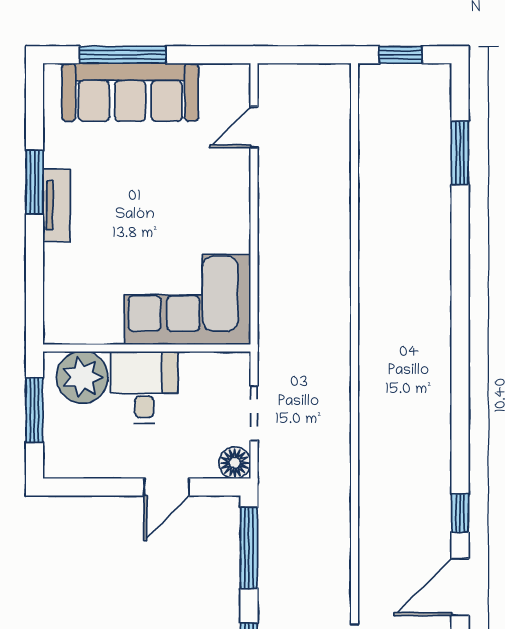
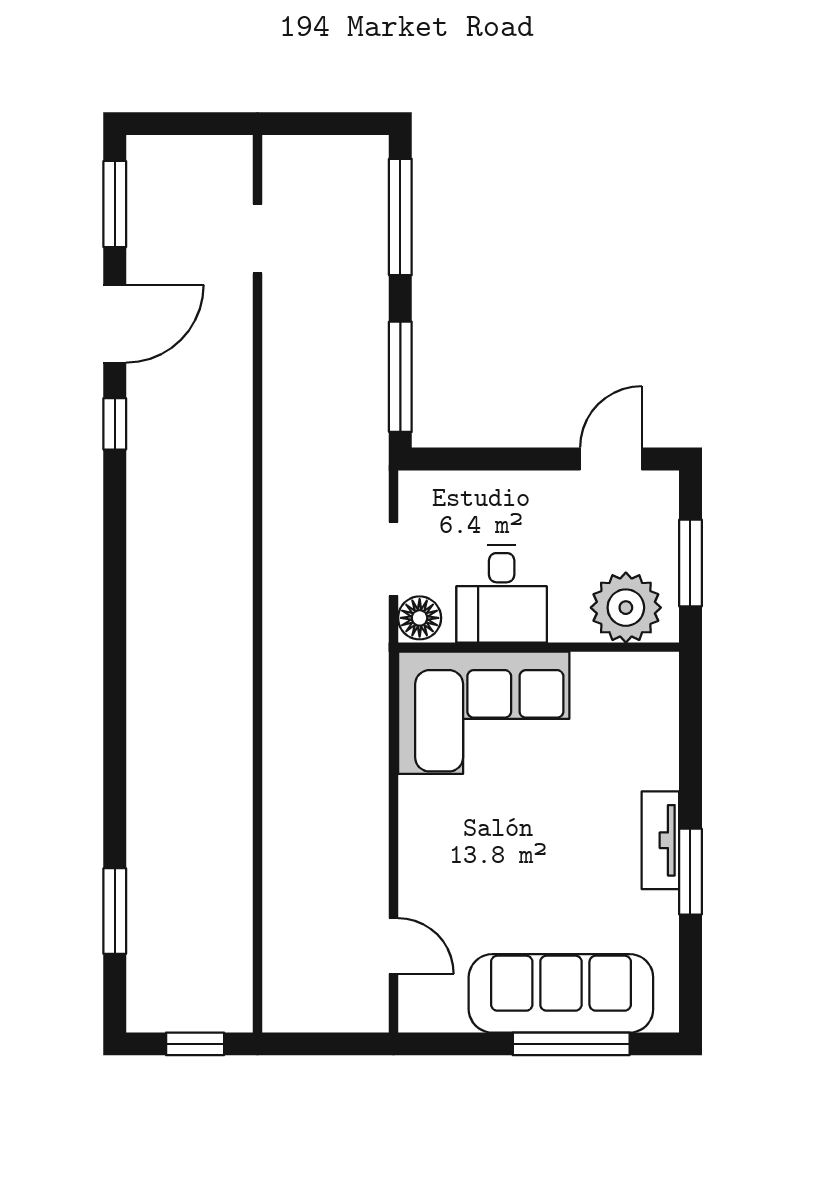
door: (254, 127) -> (394, 946), hinge flipped
desk: (144, 387) -> (502, 594), moved
floor lamp: (235, 463) -> (420, 618), moved
door: (167, 487) -> (611, 459), moved

